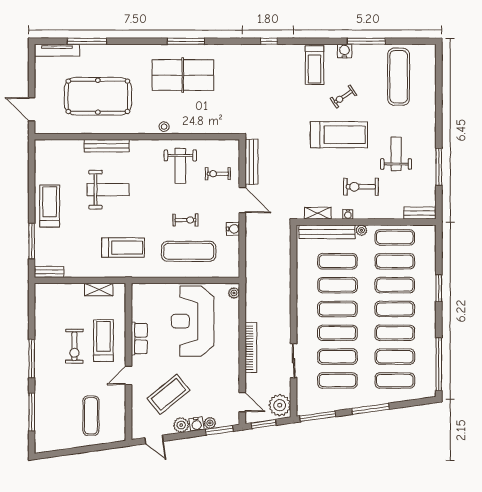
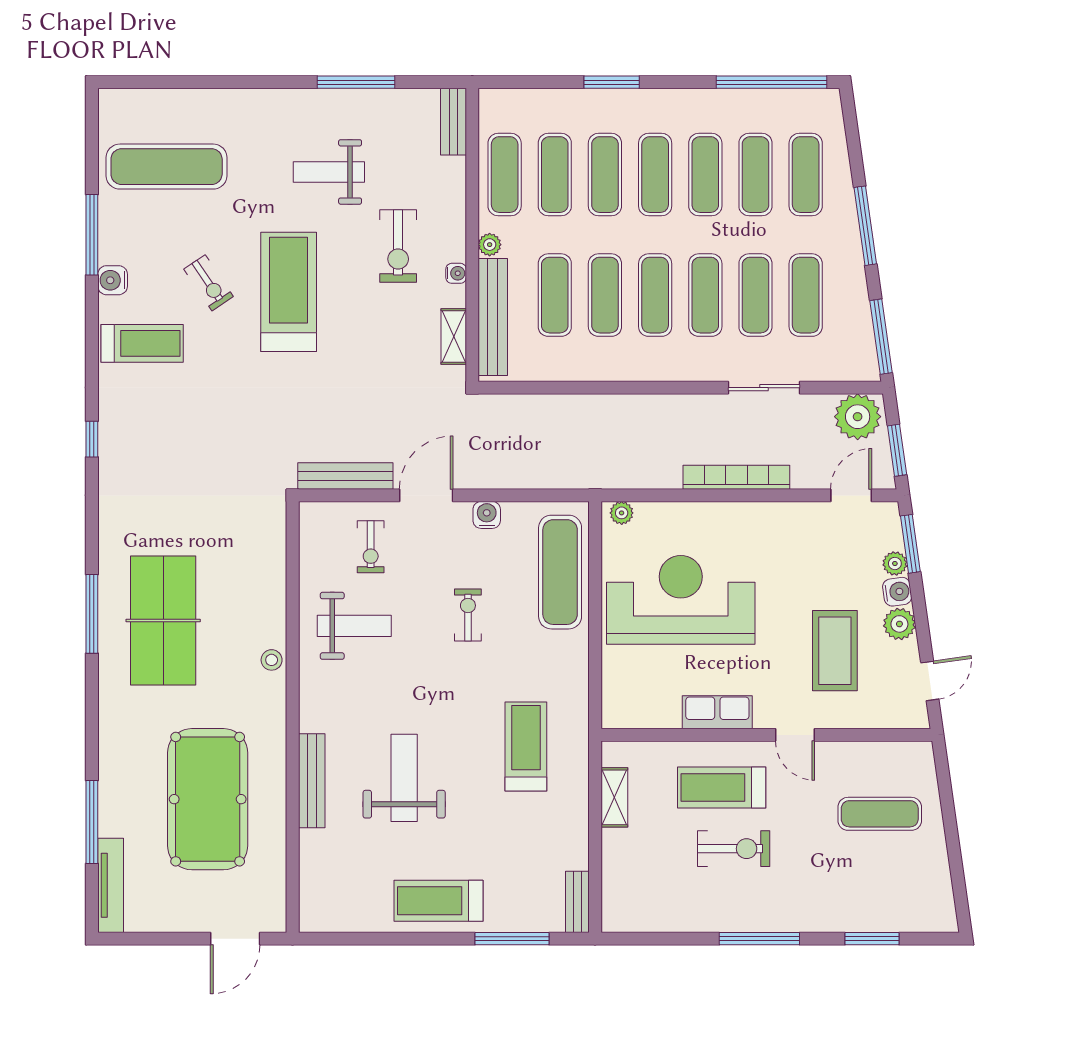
exercise mat: (189, 251) -> (560, 572), moved
reception desk: (193, 321) -> (681, 600), turned 180
coffee table: (168, 394) -> (835, 651), turned 39
window: (32, 412) -> (872, 939), width x0.69

